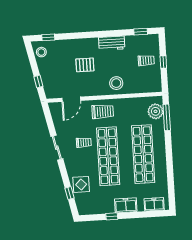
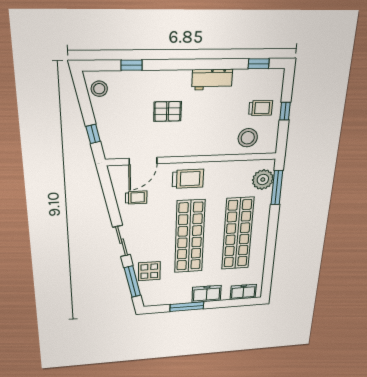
window: (48, 37) -> (131, 65), moved
stool: (116, 83) -> (248, 138), moved
trolley: (84, 143) -> (136, 198), moved
sliding door: (57, 148) -> (122, 241), moved
window: (69, 193) -> (132, 282), width x2.17
window: (112, 216) -> (187, 307), width x2.17

